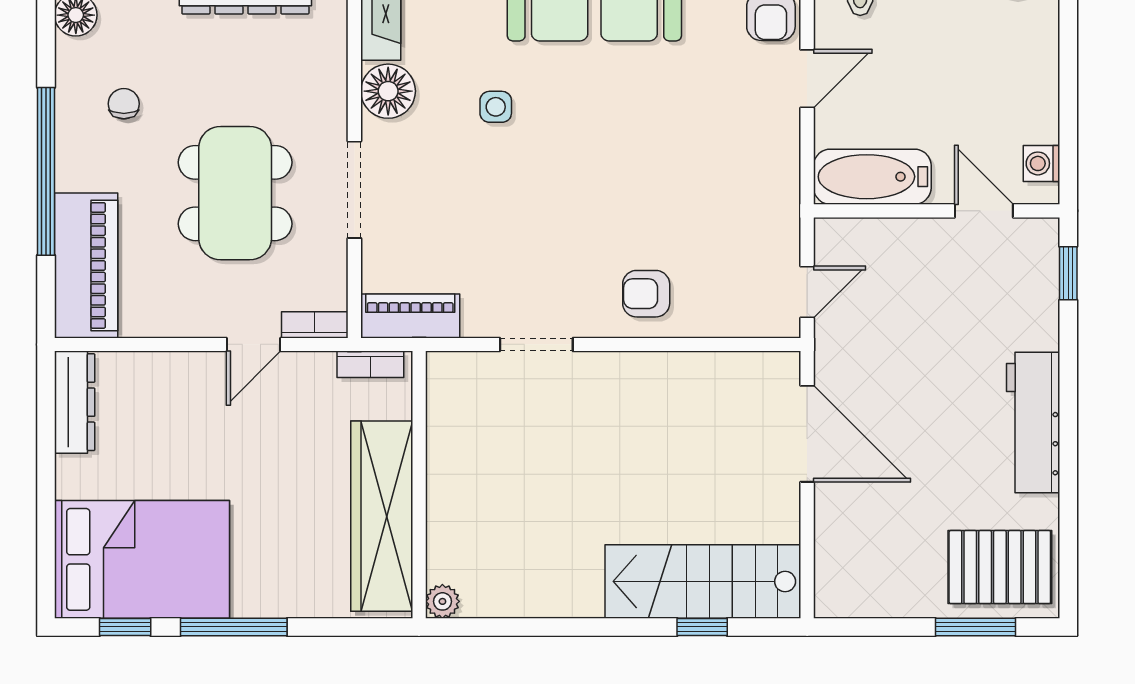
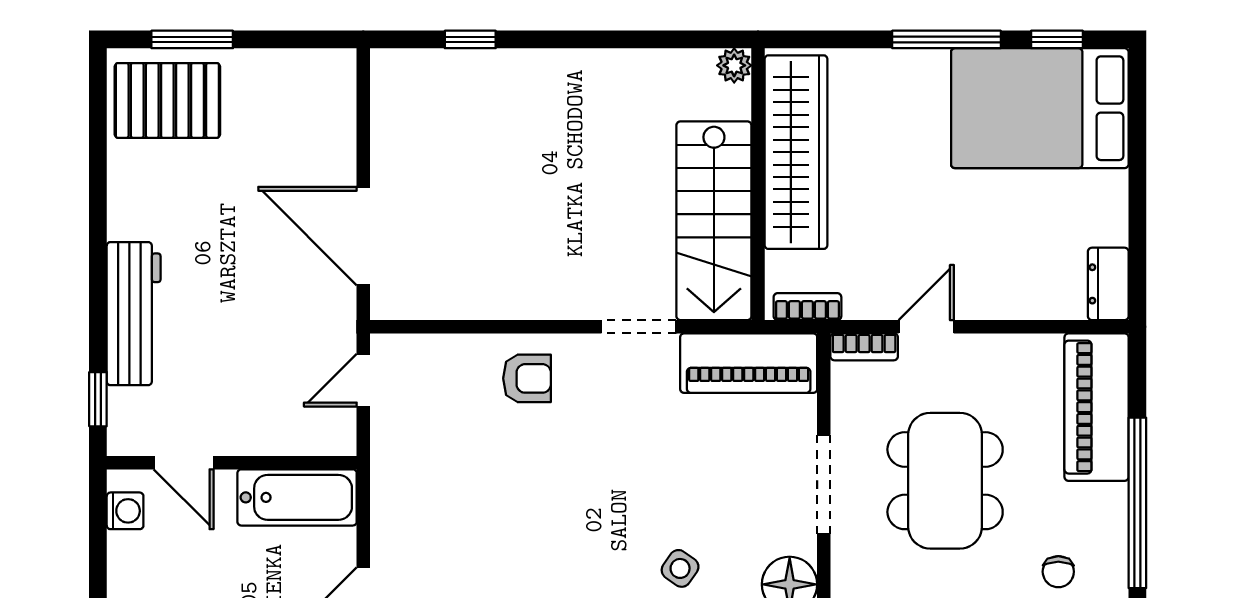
side table: (496, 107) -> (680, 568), turned 35
piano: (410, 316) -> (749, 363), width x1.37, depth x1.33
dresser: (75, 402) -> (1108, 284), width x0.70
workbench: (1033, 423) -> (134, 314), moved
stairs: (703, 581) -> (714, 221), moved, turned 90

